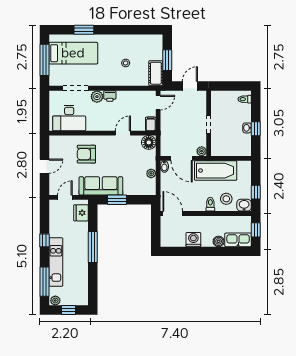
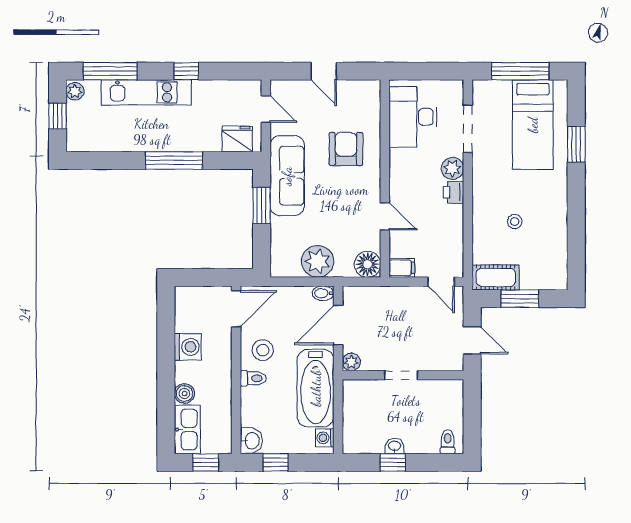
washing machine: (243, 166) -> (325, 438), added
plant: (151, 173) -> (318, 261), width x1.88, depth x1.88
stool: (226, 199) -> (263, 350), moved

